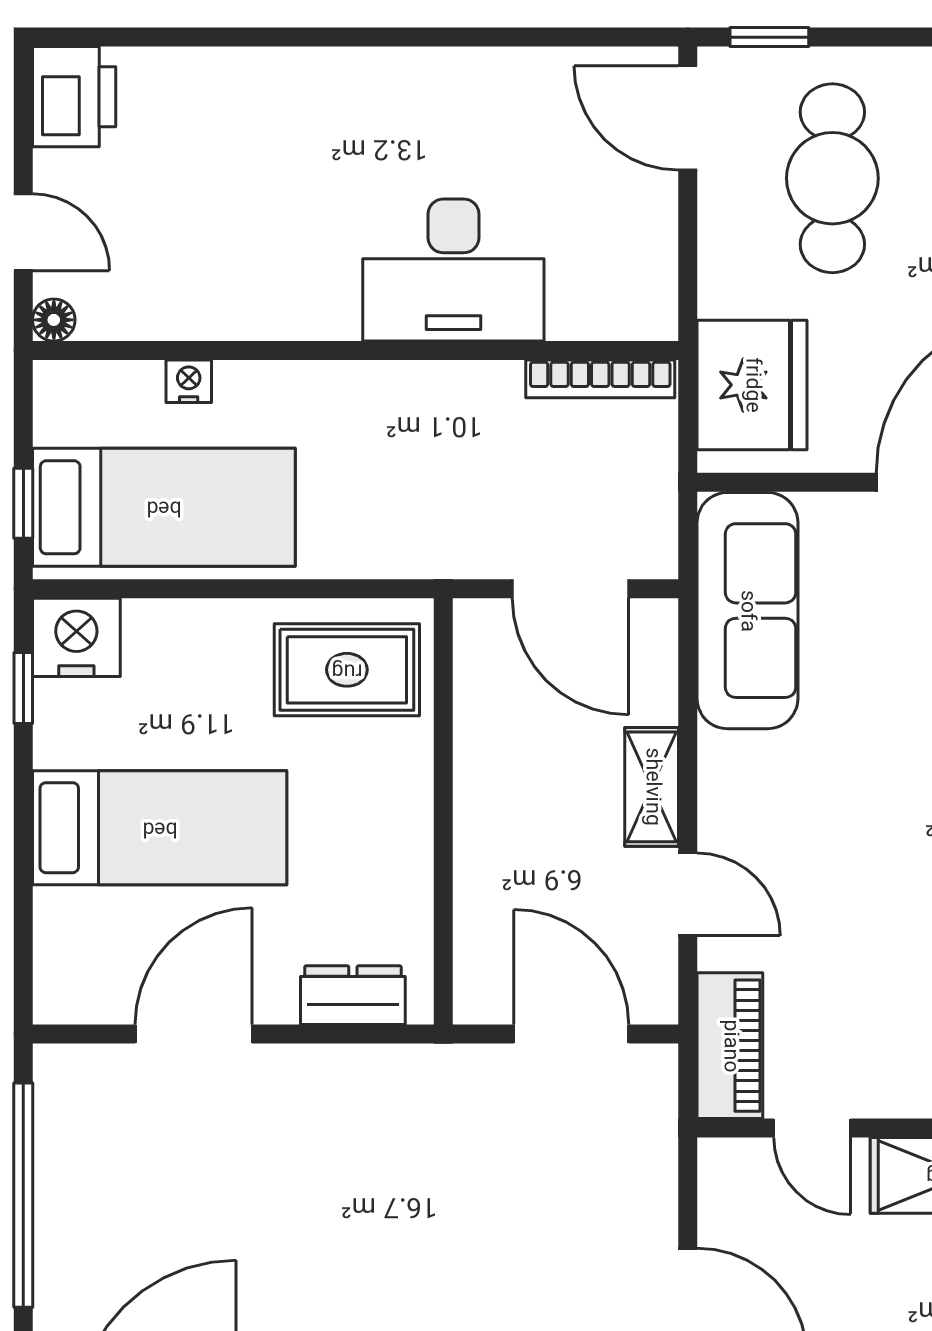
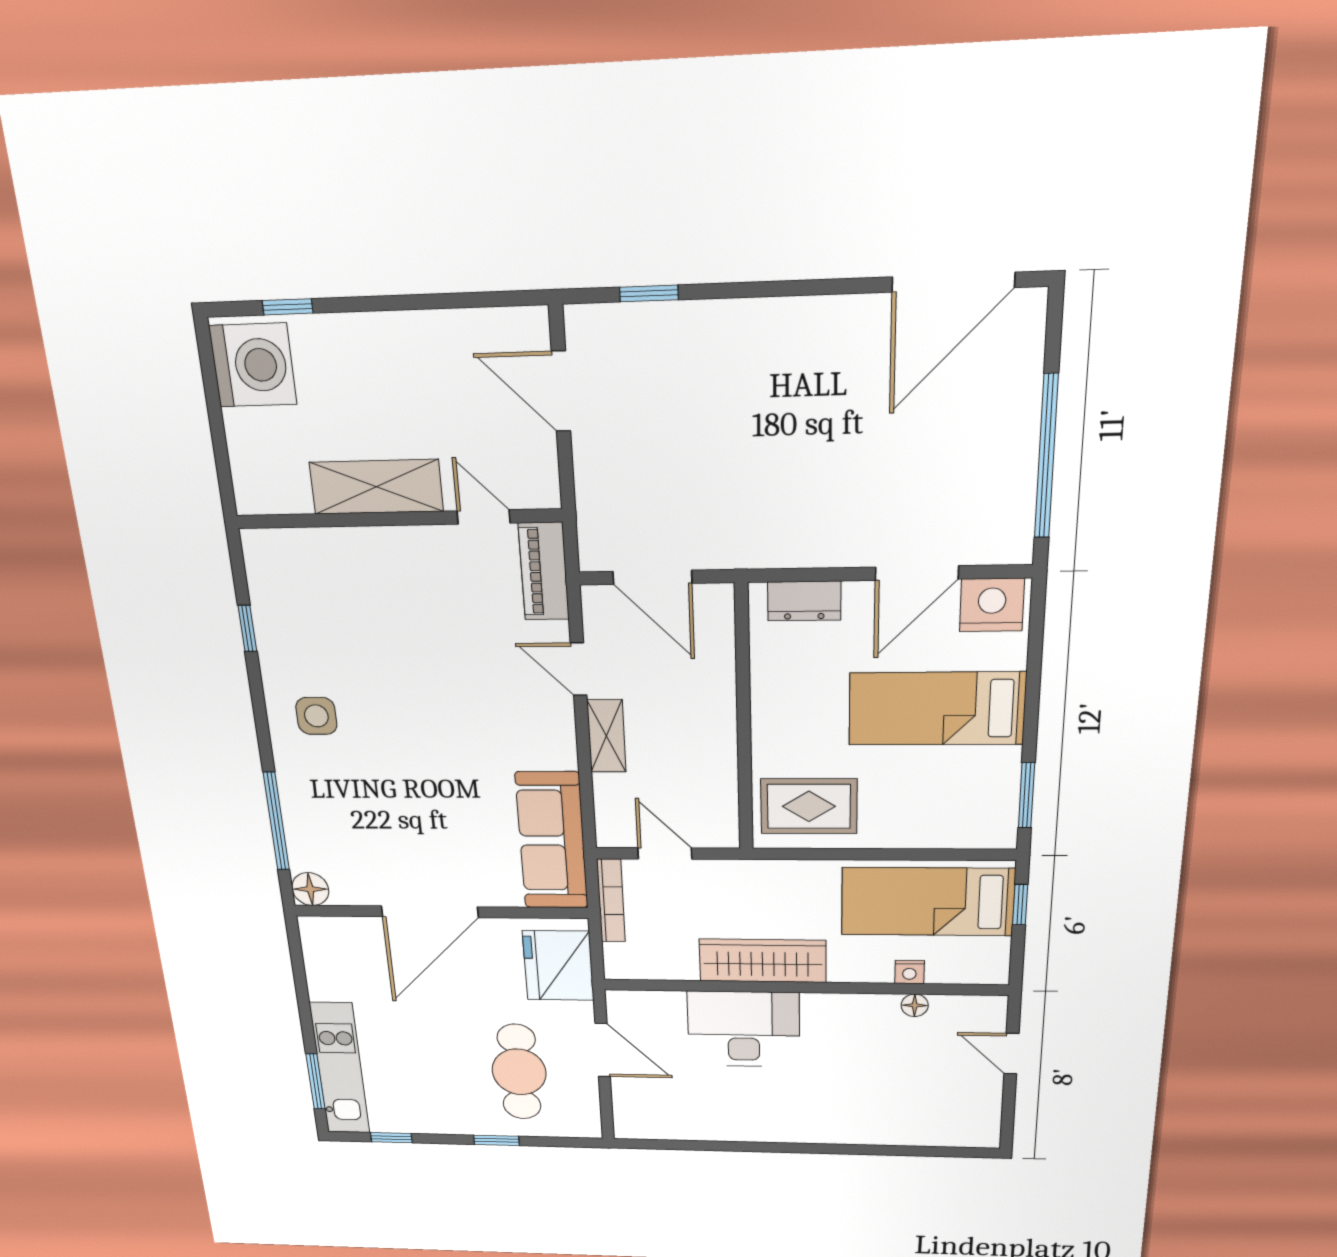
window: (769, 37) -> (497, 1140), moved
printer: (74, 97) -> (976, 1123), removed
door: (688, 118) -> (603, 1050), moved
floor lamp: (54, 320) -> (915, 1005), moved
bookcase: (600, 379) -> (611, 901), moved, turned 90
wardrobe: (421, 399) -> (763, 961), added
door: (570, 589) -> (665, 853), width x0.73
nightstand: (76, 637) -> (992, 605), moved, turned 180
window: (23, 688) -> (1026, 795), width x1.50

